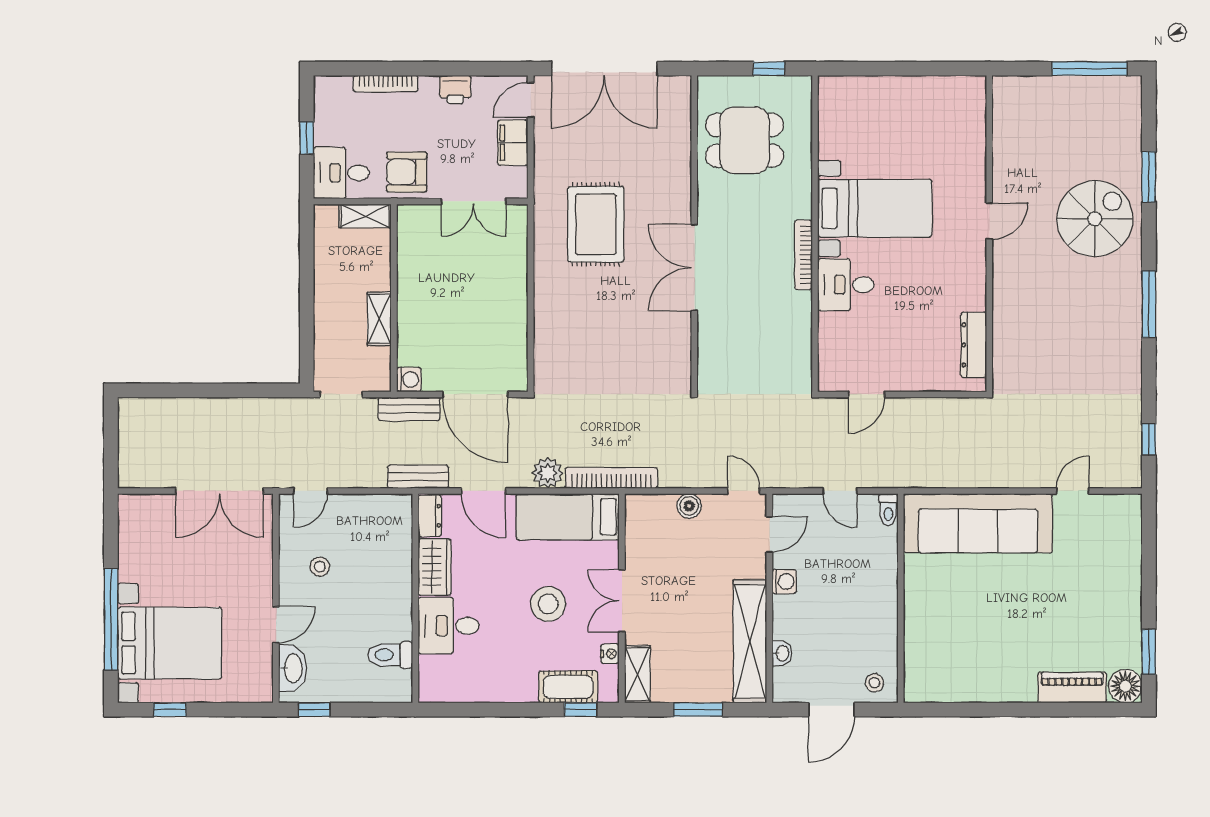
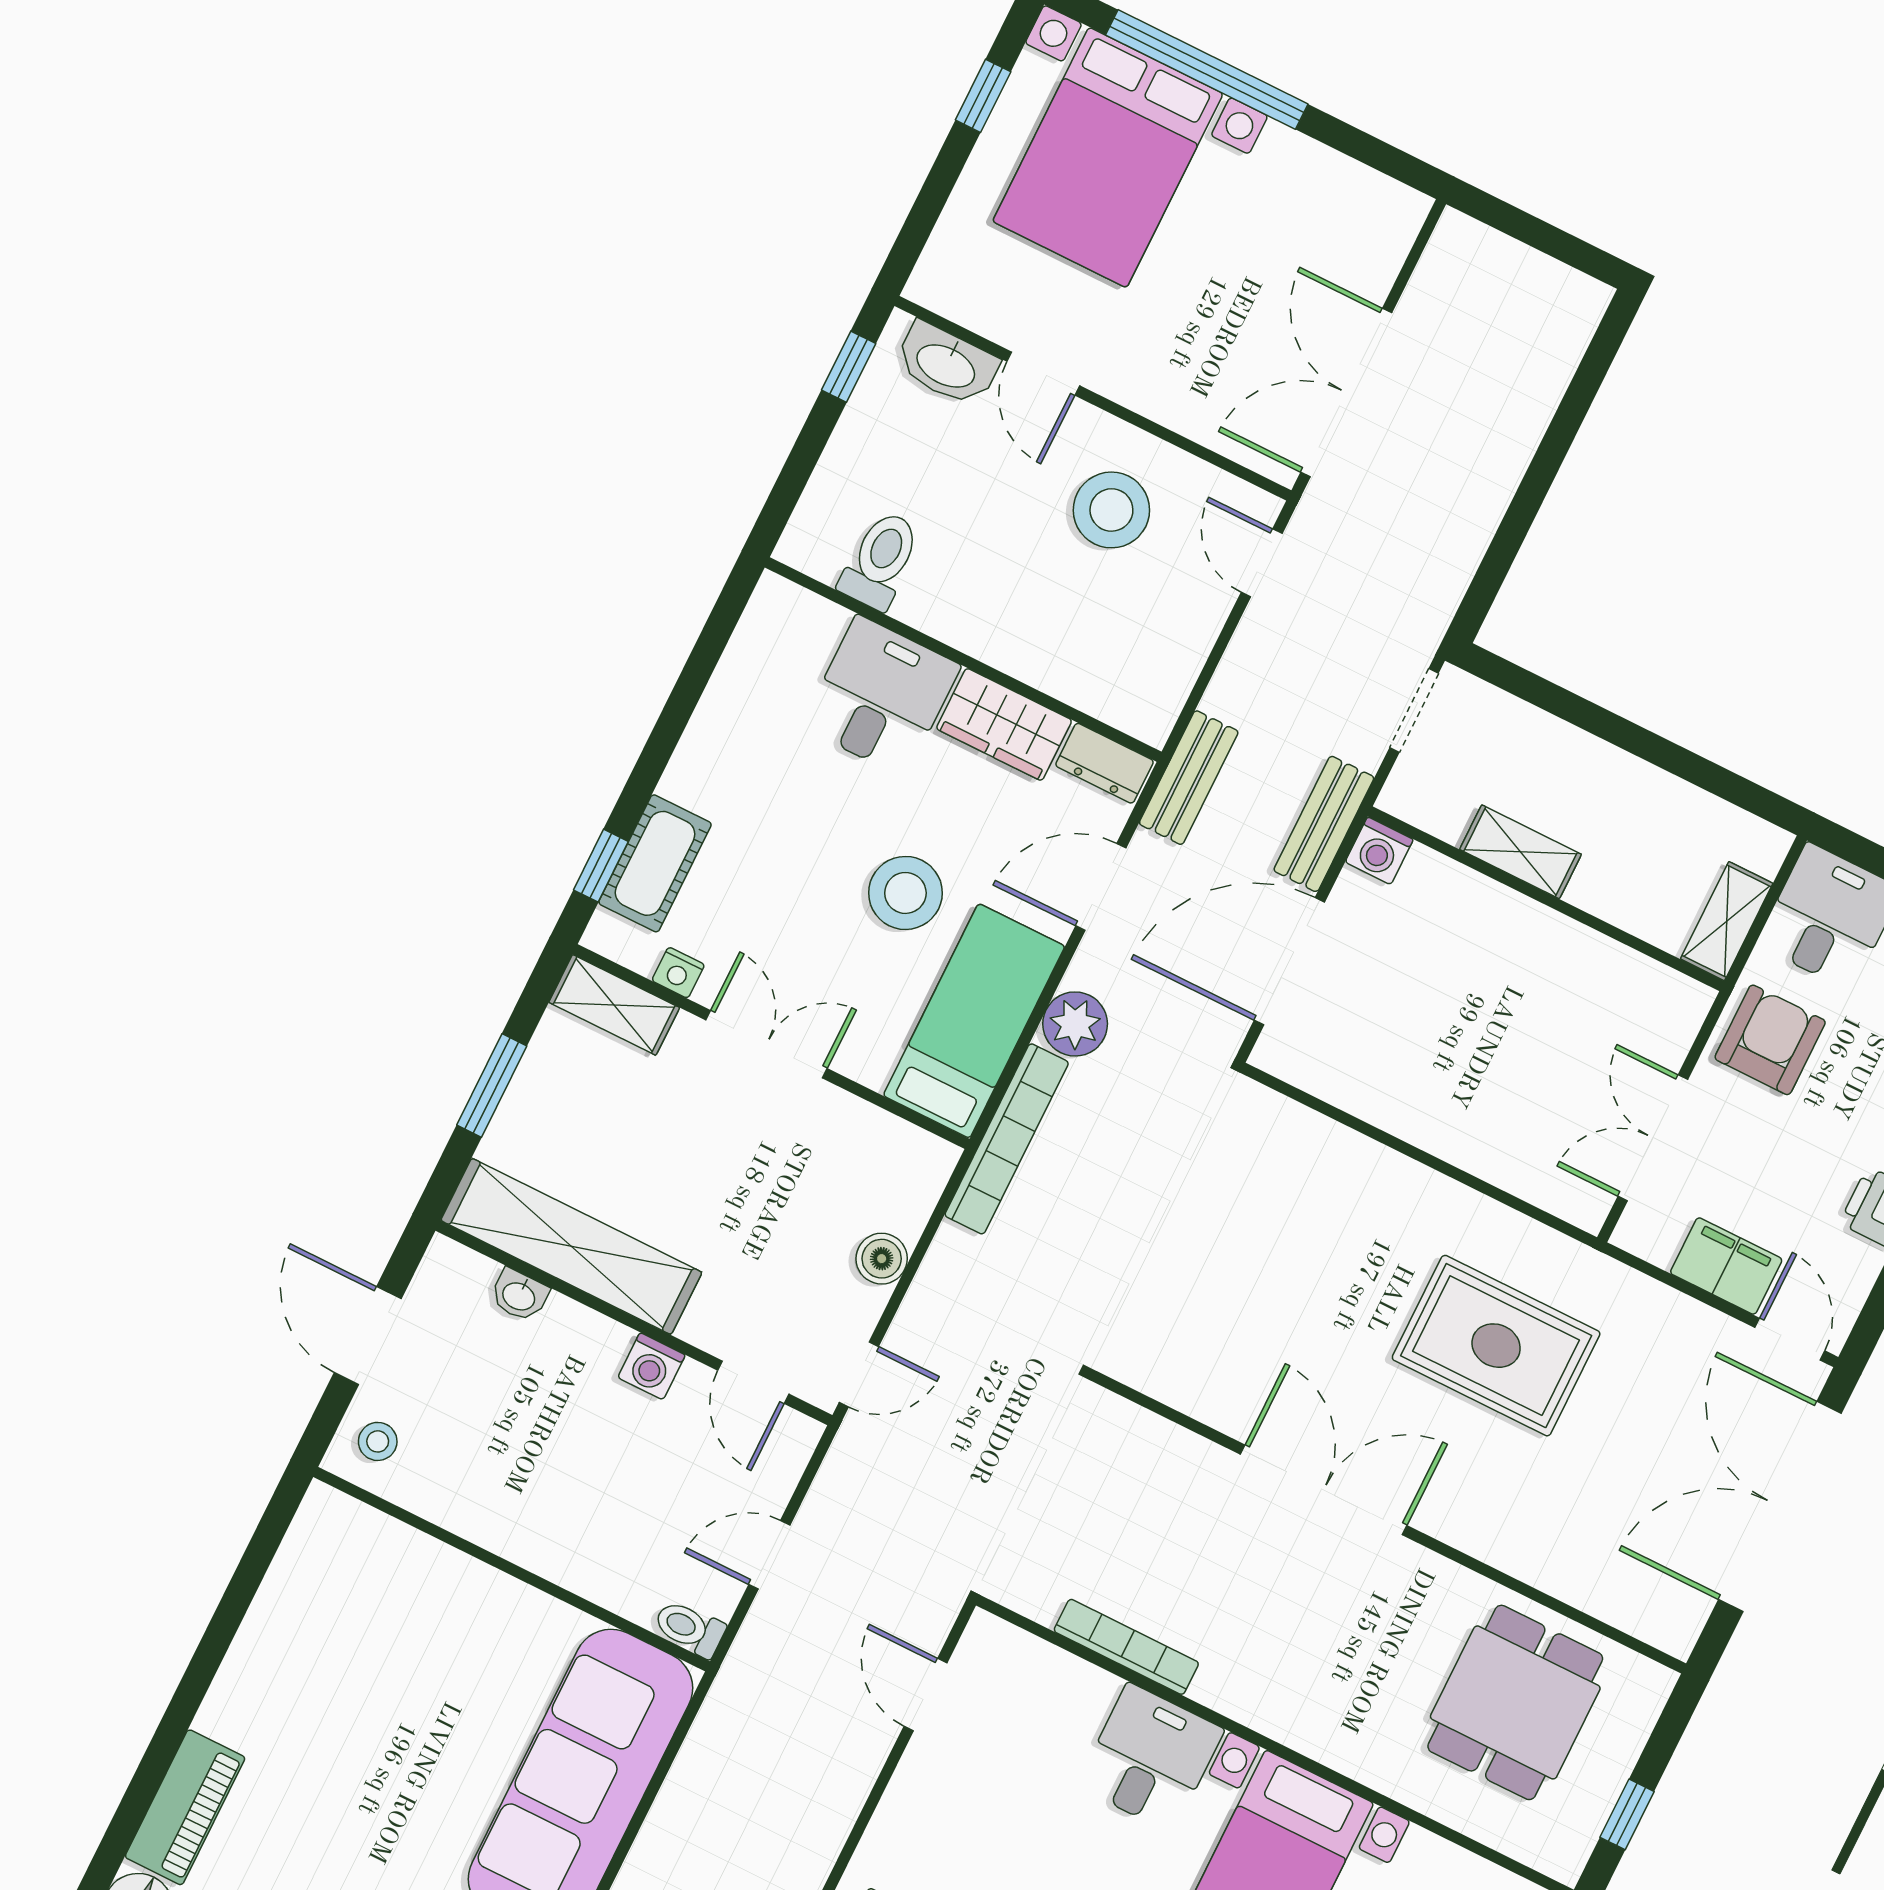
bookcase: (803, 255) -> (1126, 1647), moved
stool: (320, 567) -> (1111, 510), width x1.89, depth x1.89
stool: (548, 604) -> (905, 893), moved

